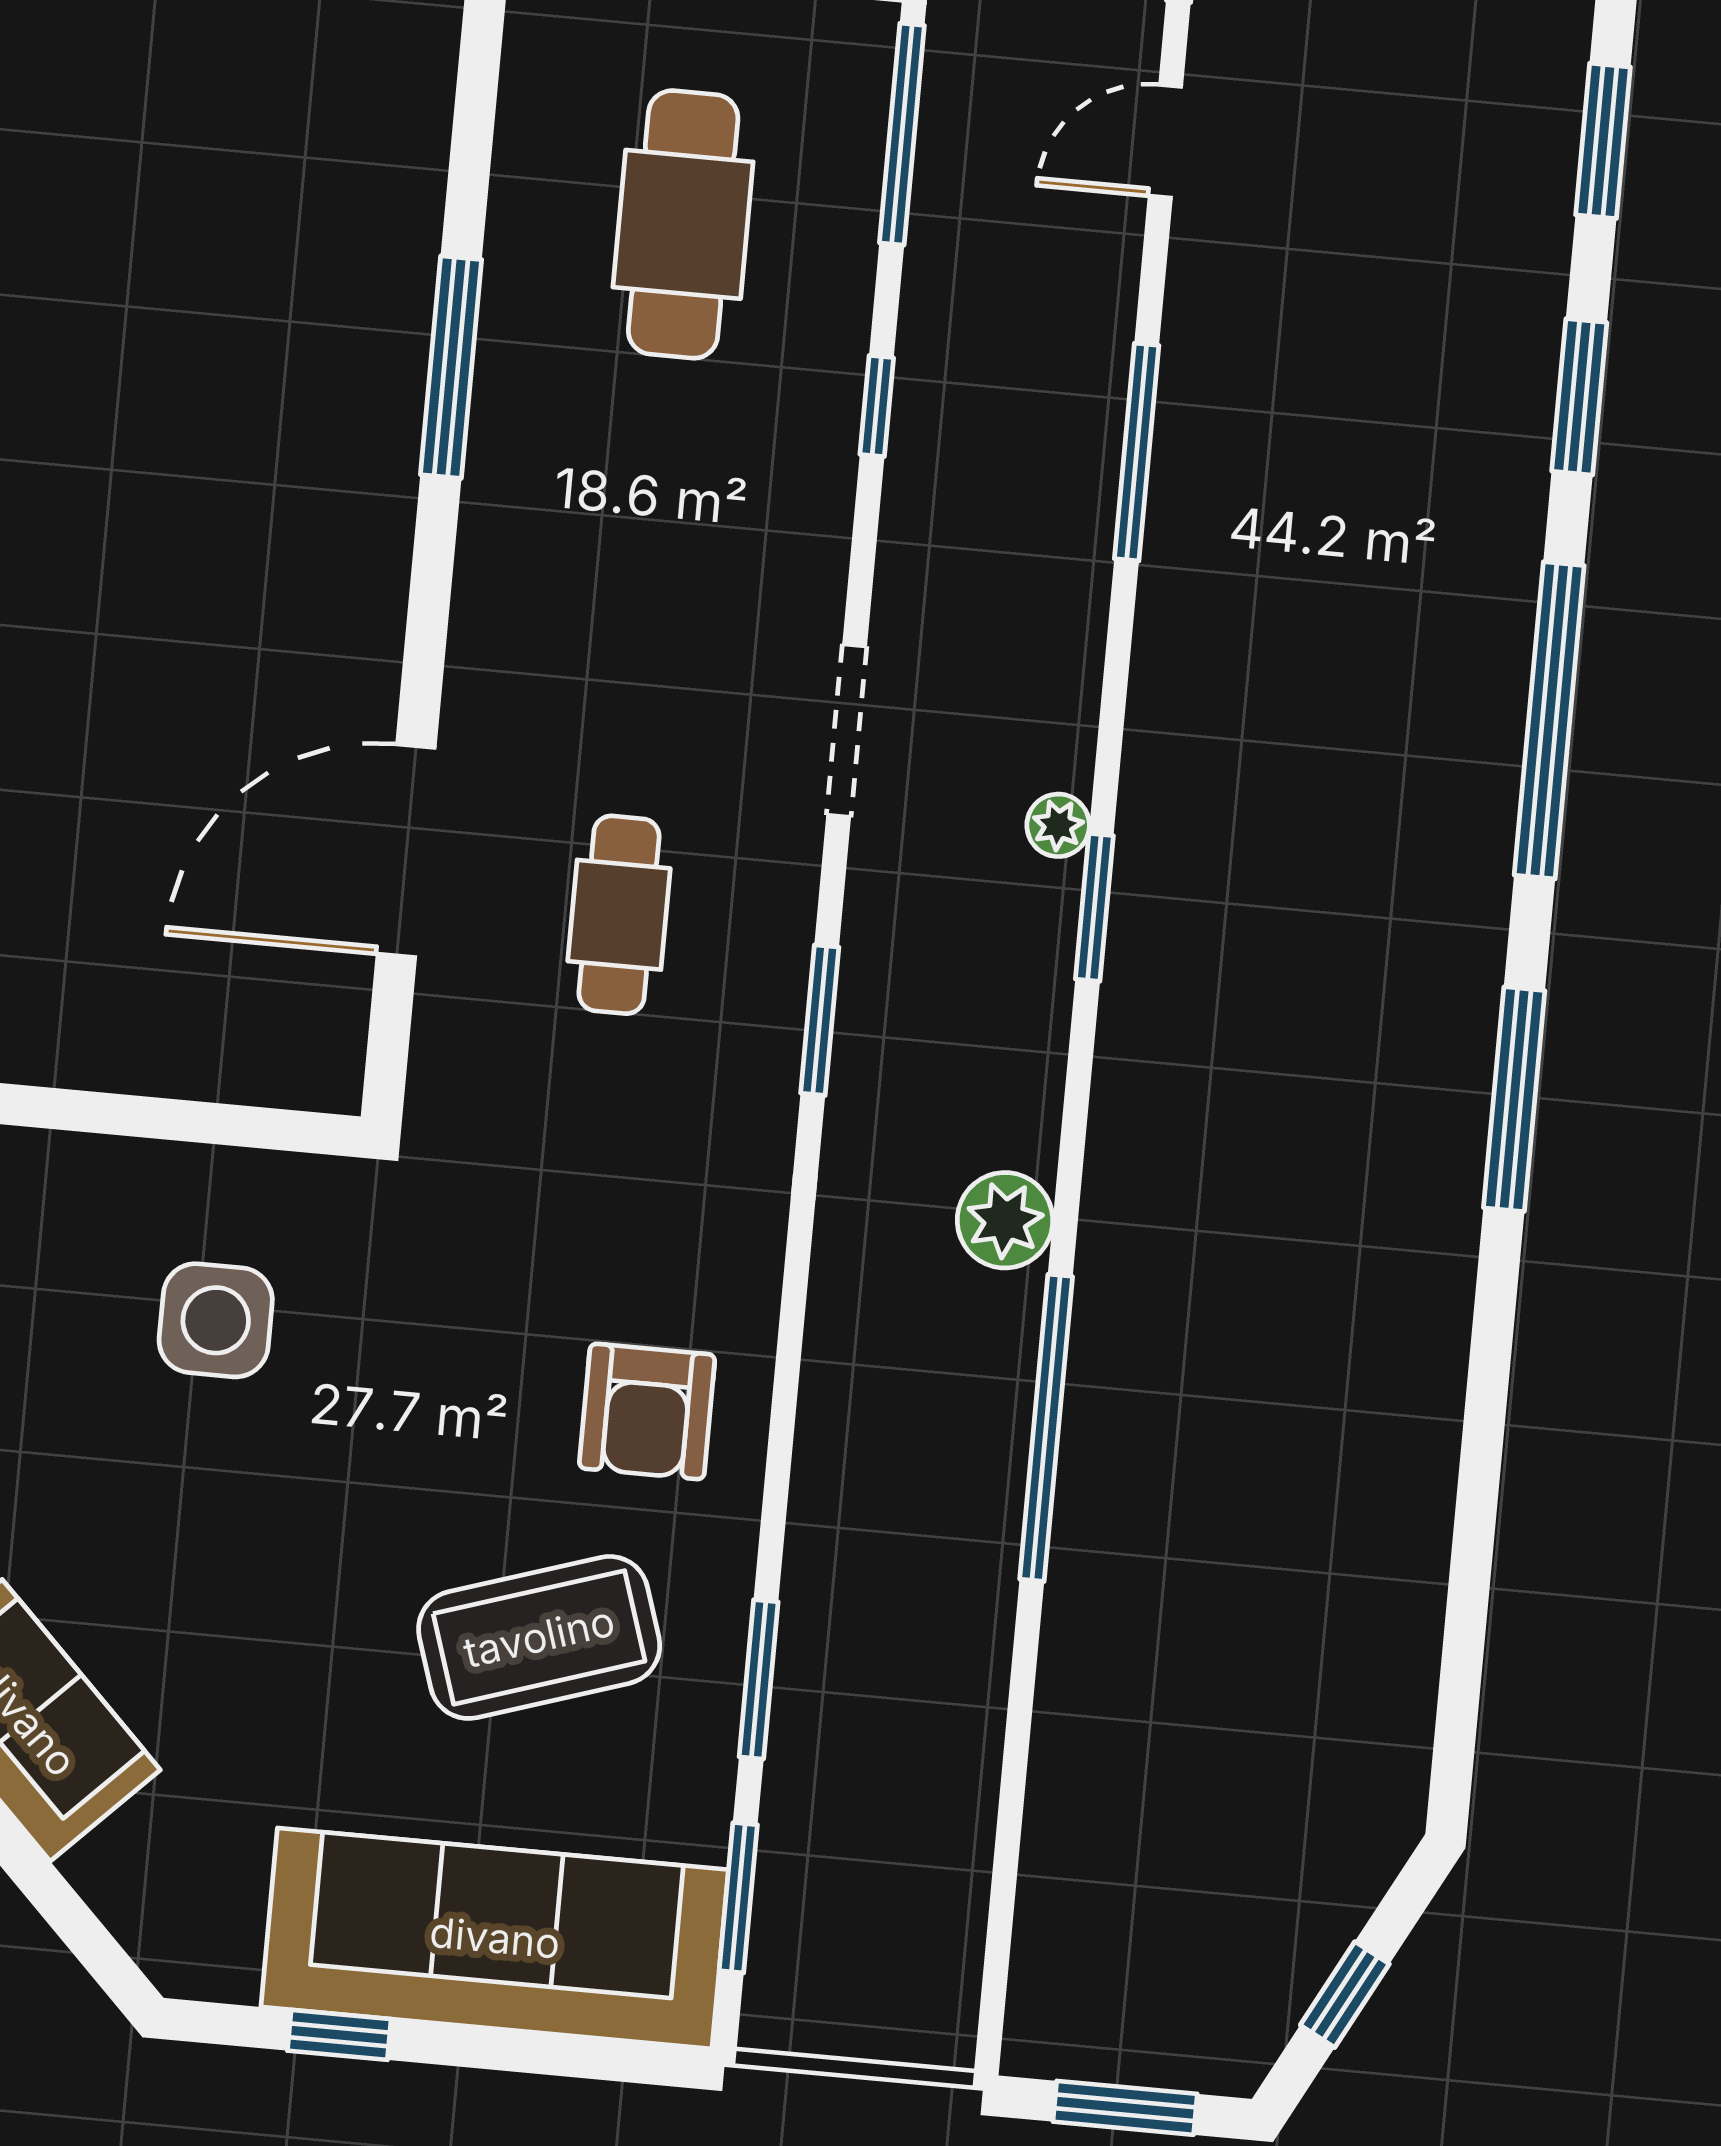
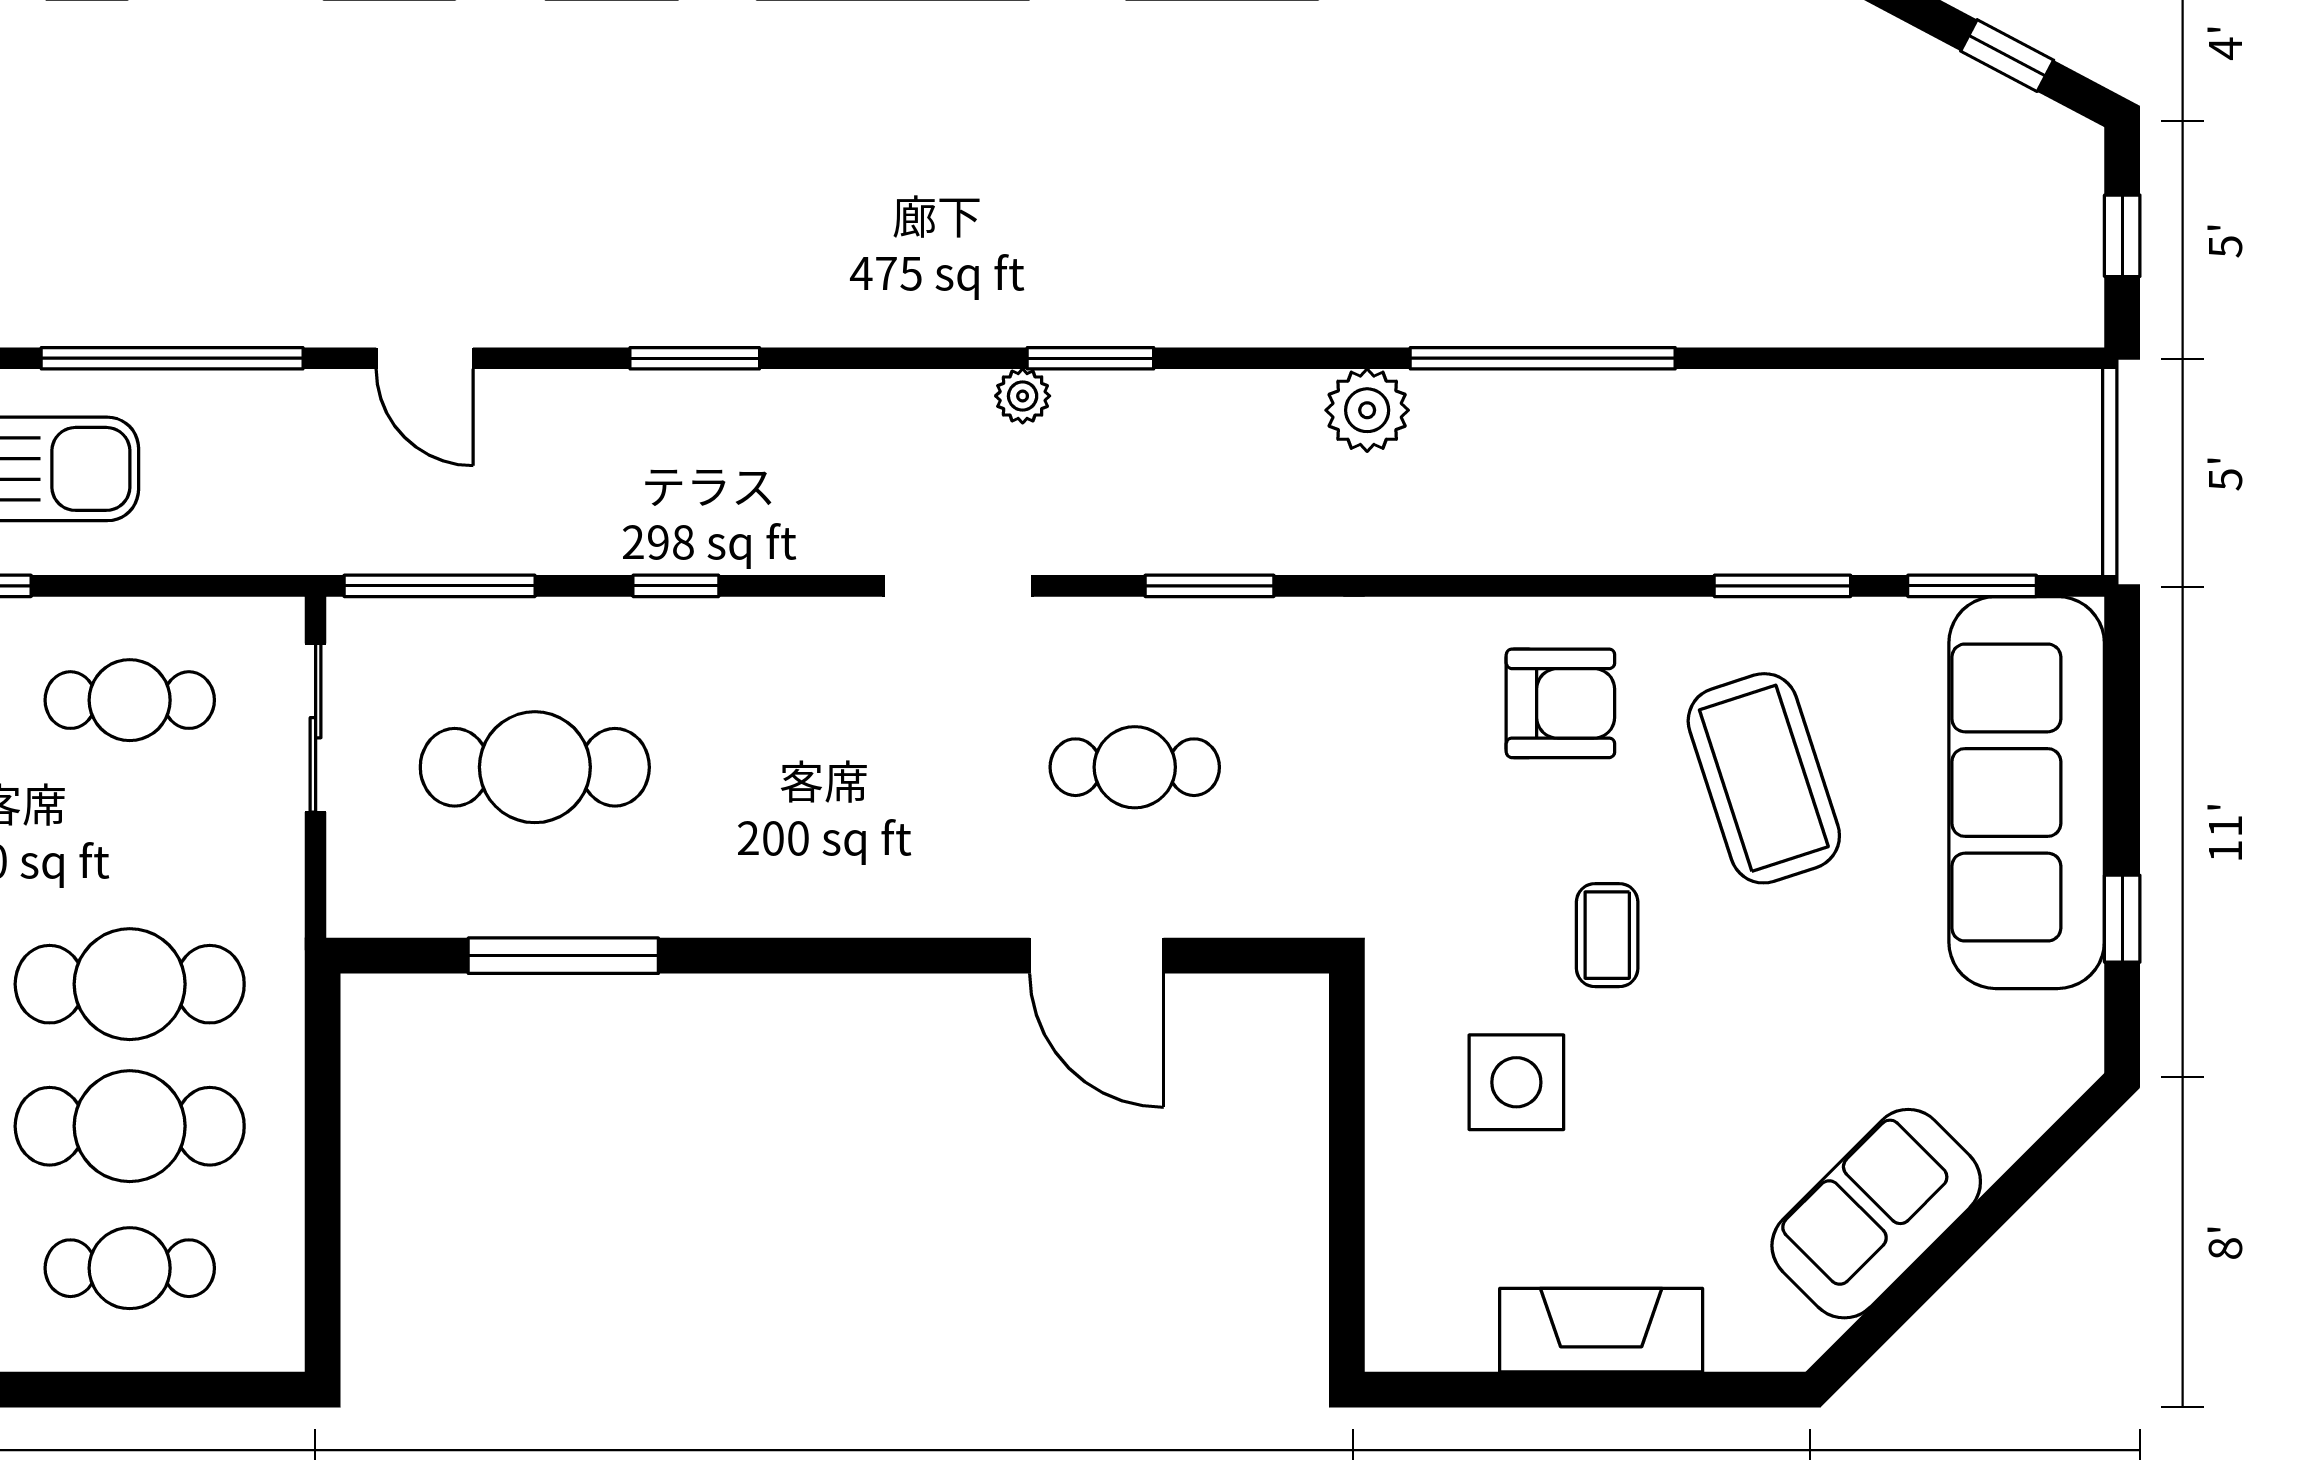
window: (451, 367) -> (563, 956), moved
window: (1137, 452) -> (695, 358), width x0.69
door: (406, 851) -> (1097, 956), width x0.73
coffee table: (375, 1440) -> (1607, 935), added
window: (1125, 2108) -> (2122, 236), width x0.67

